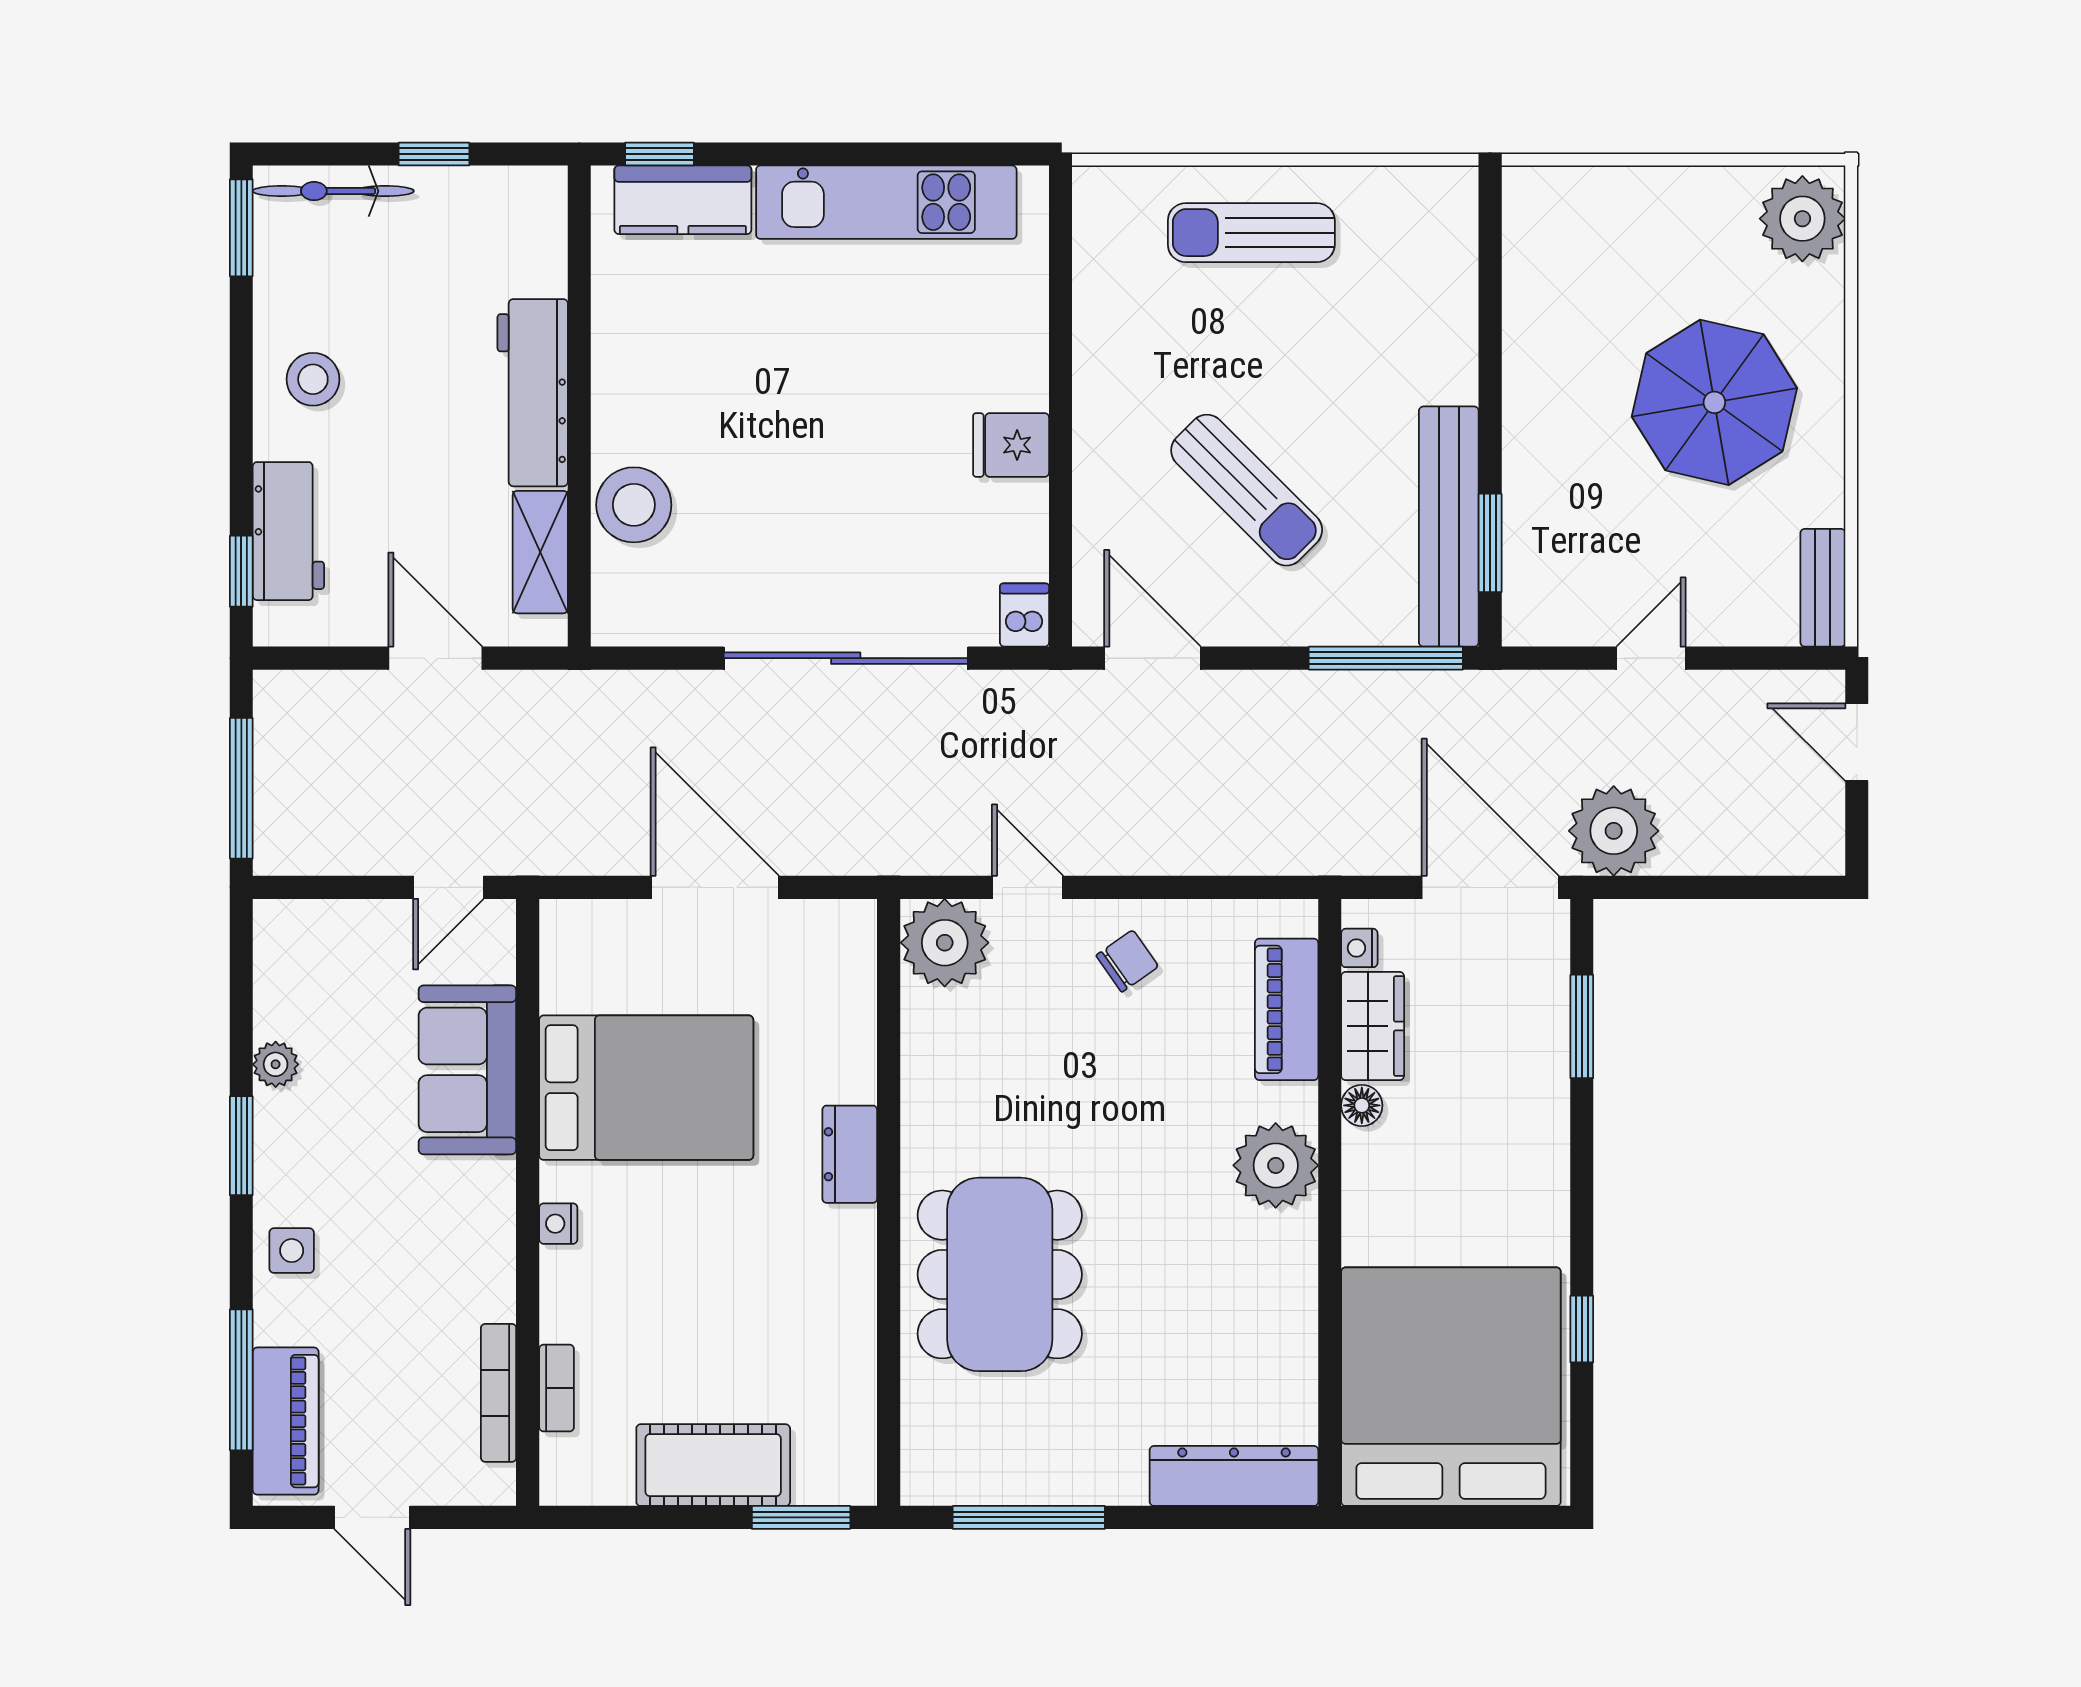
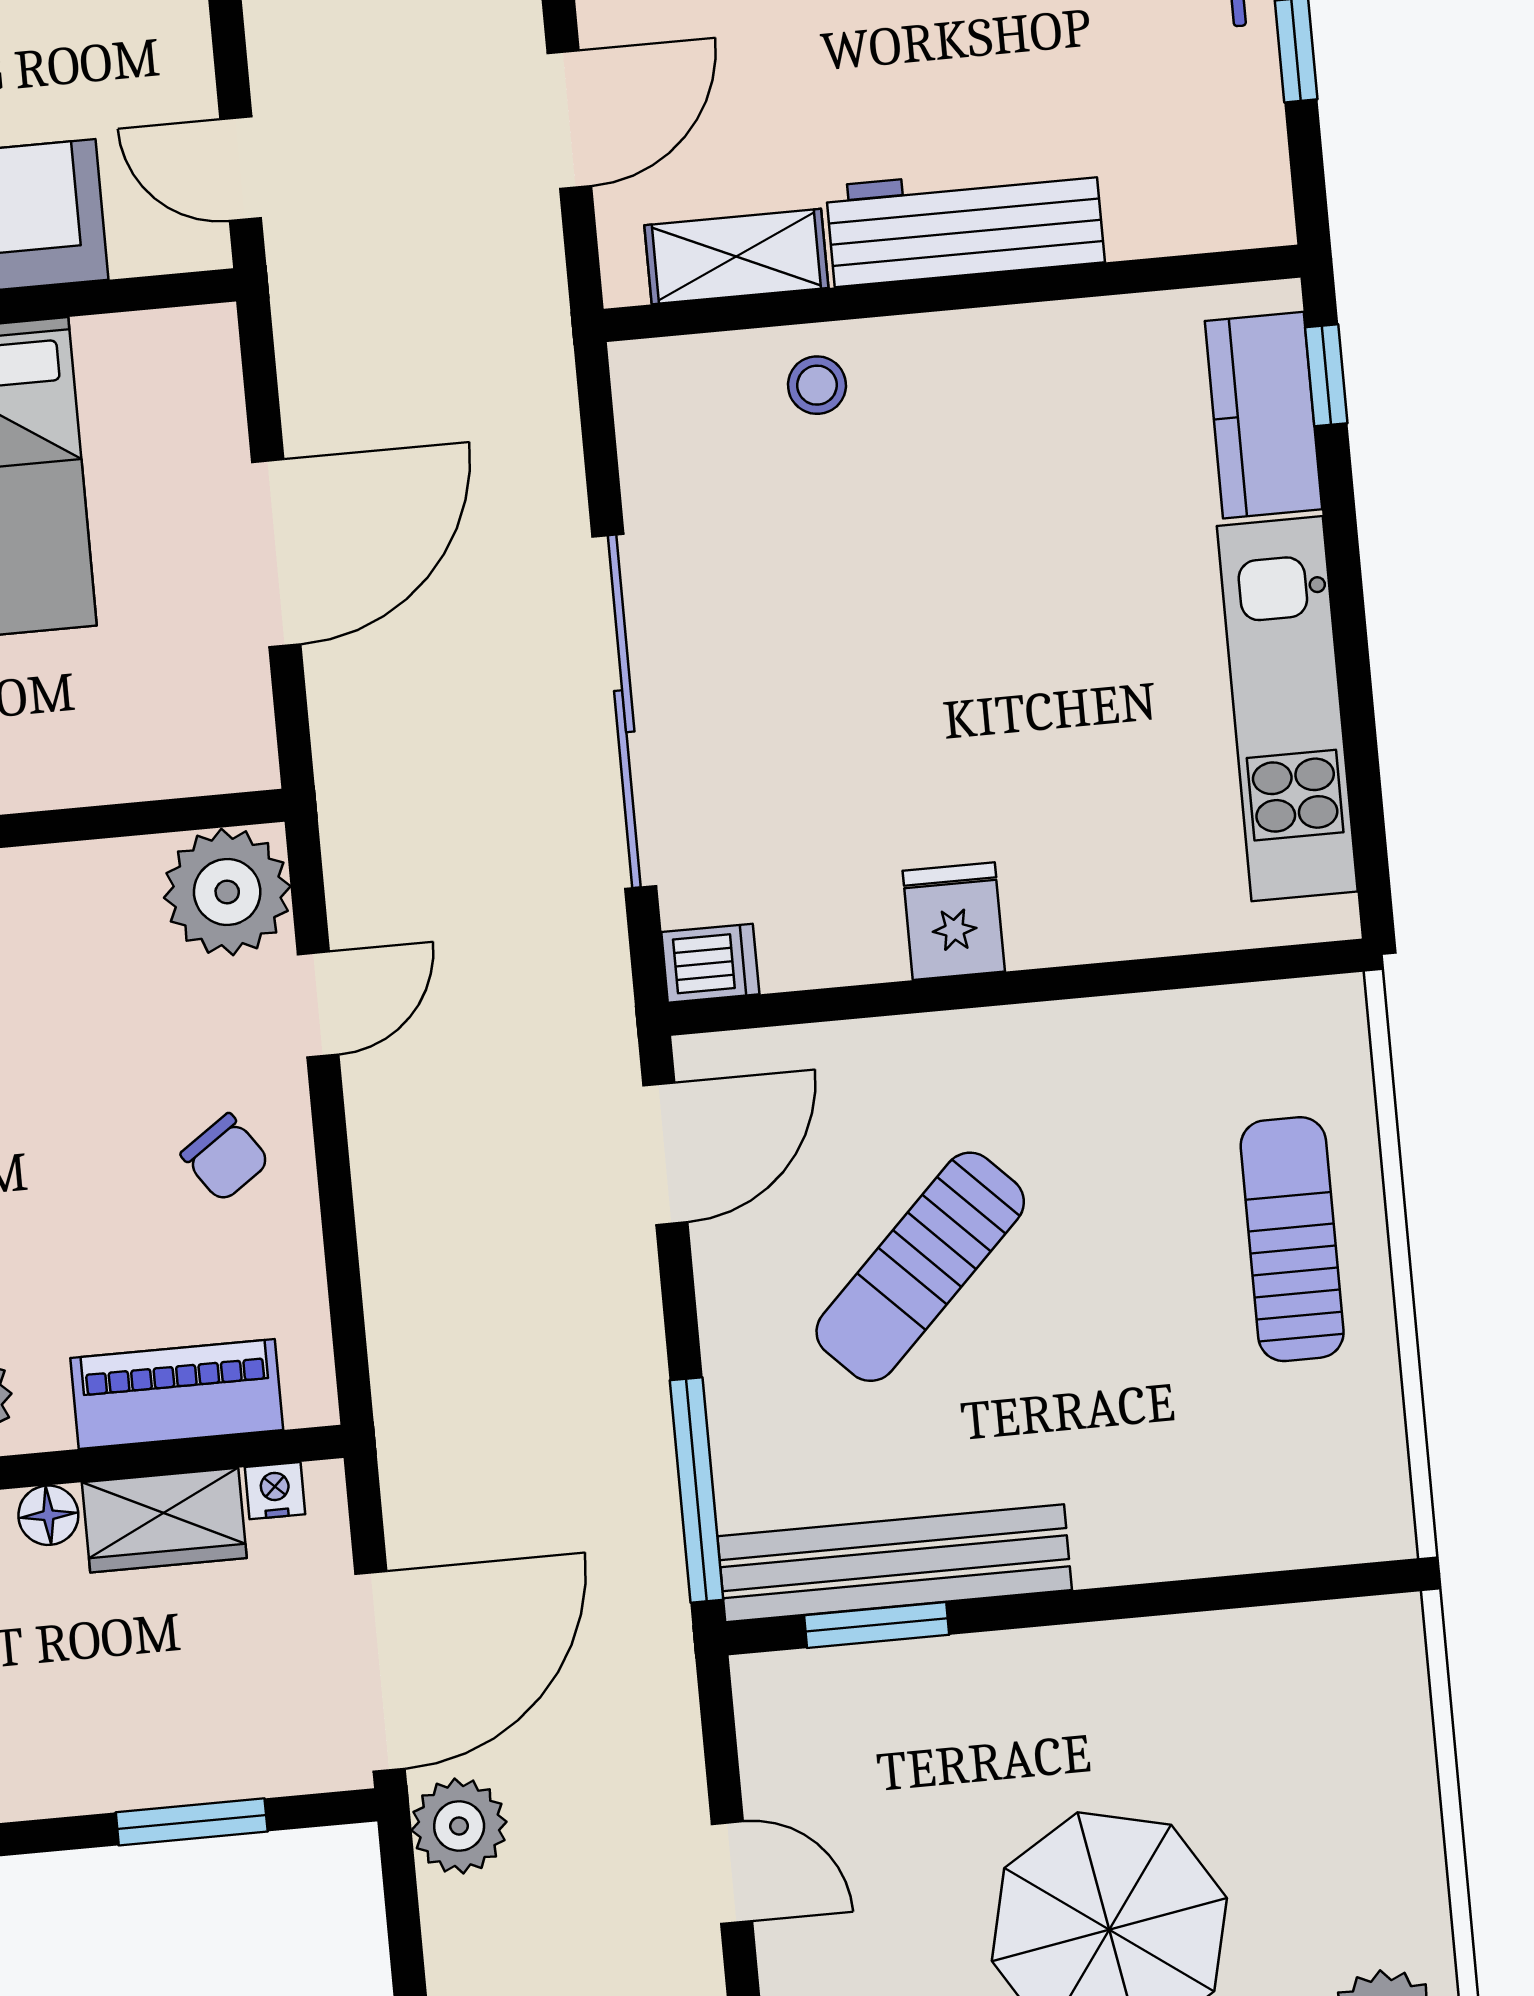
stool: (634, 505) -> (817, 385), width x0.53, depth x0.53
plant: (1614, 831) -> (459, 1826), width x0.73, depth x0.73

